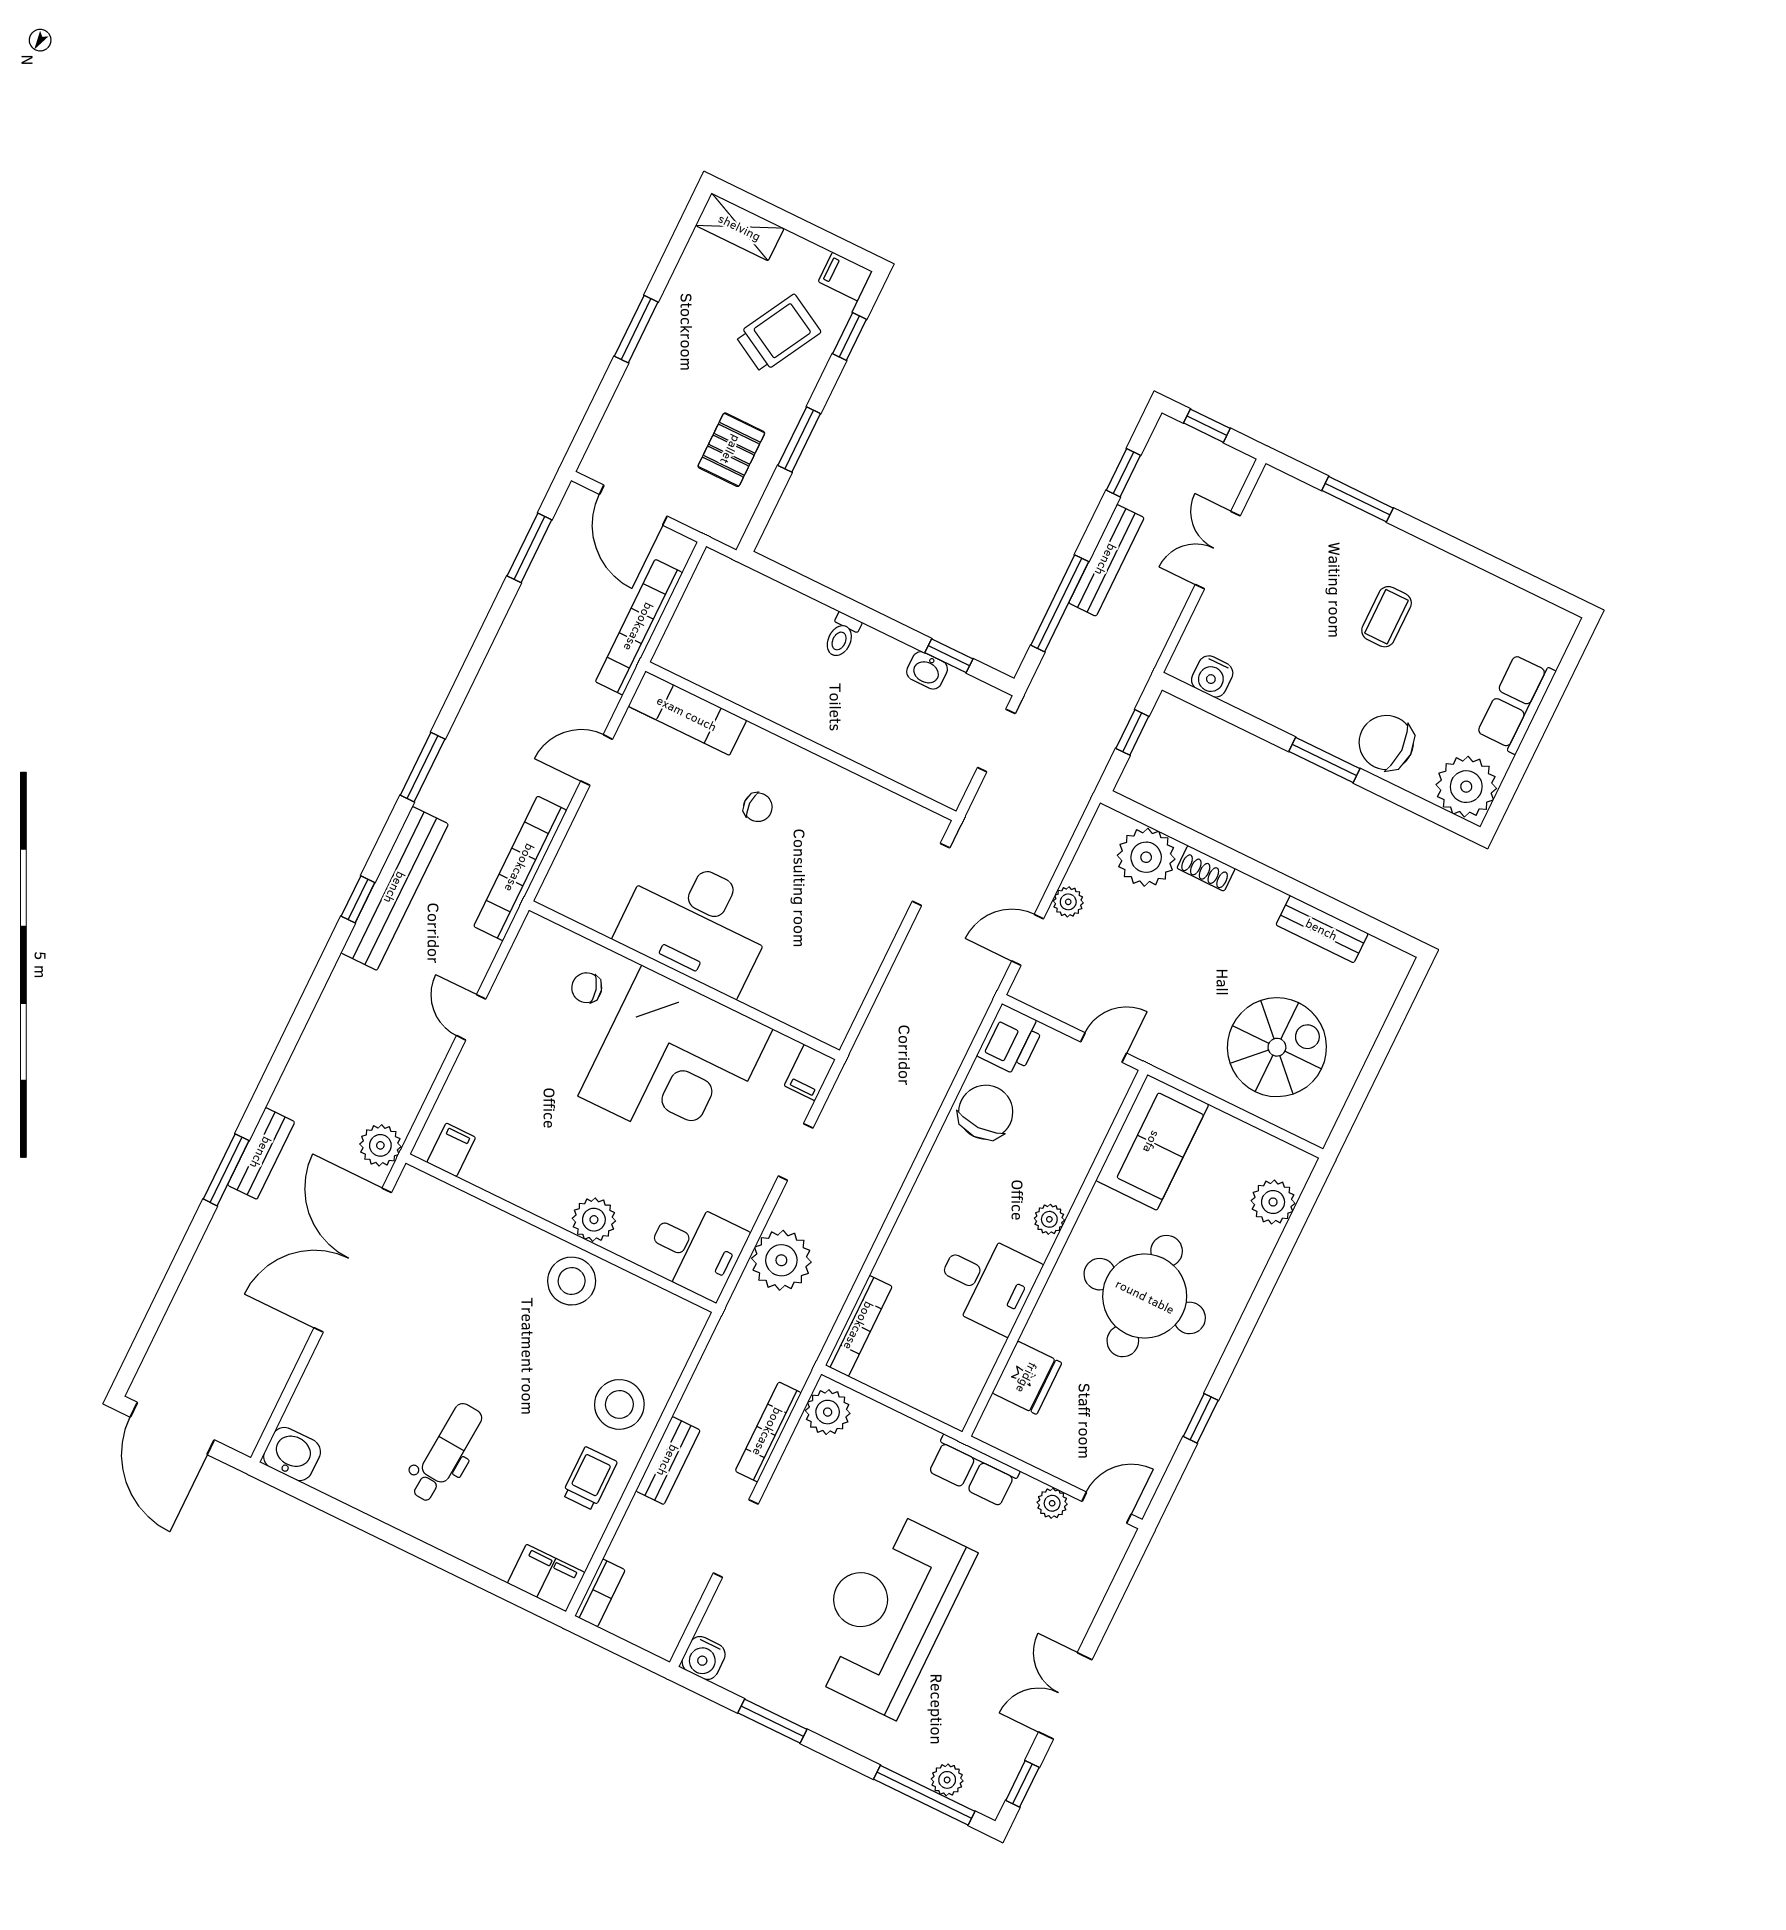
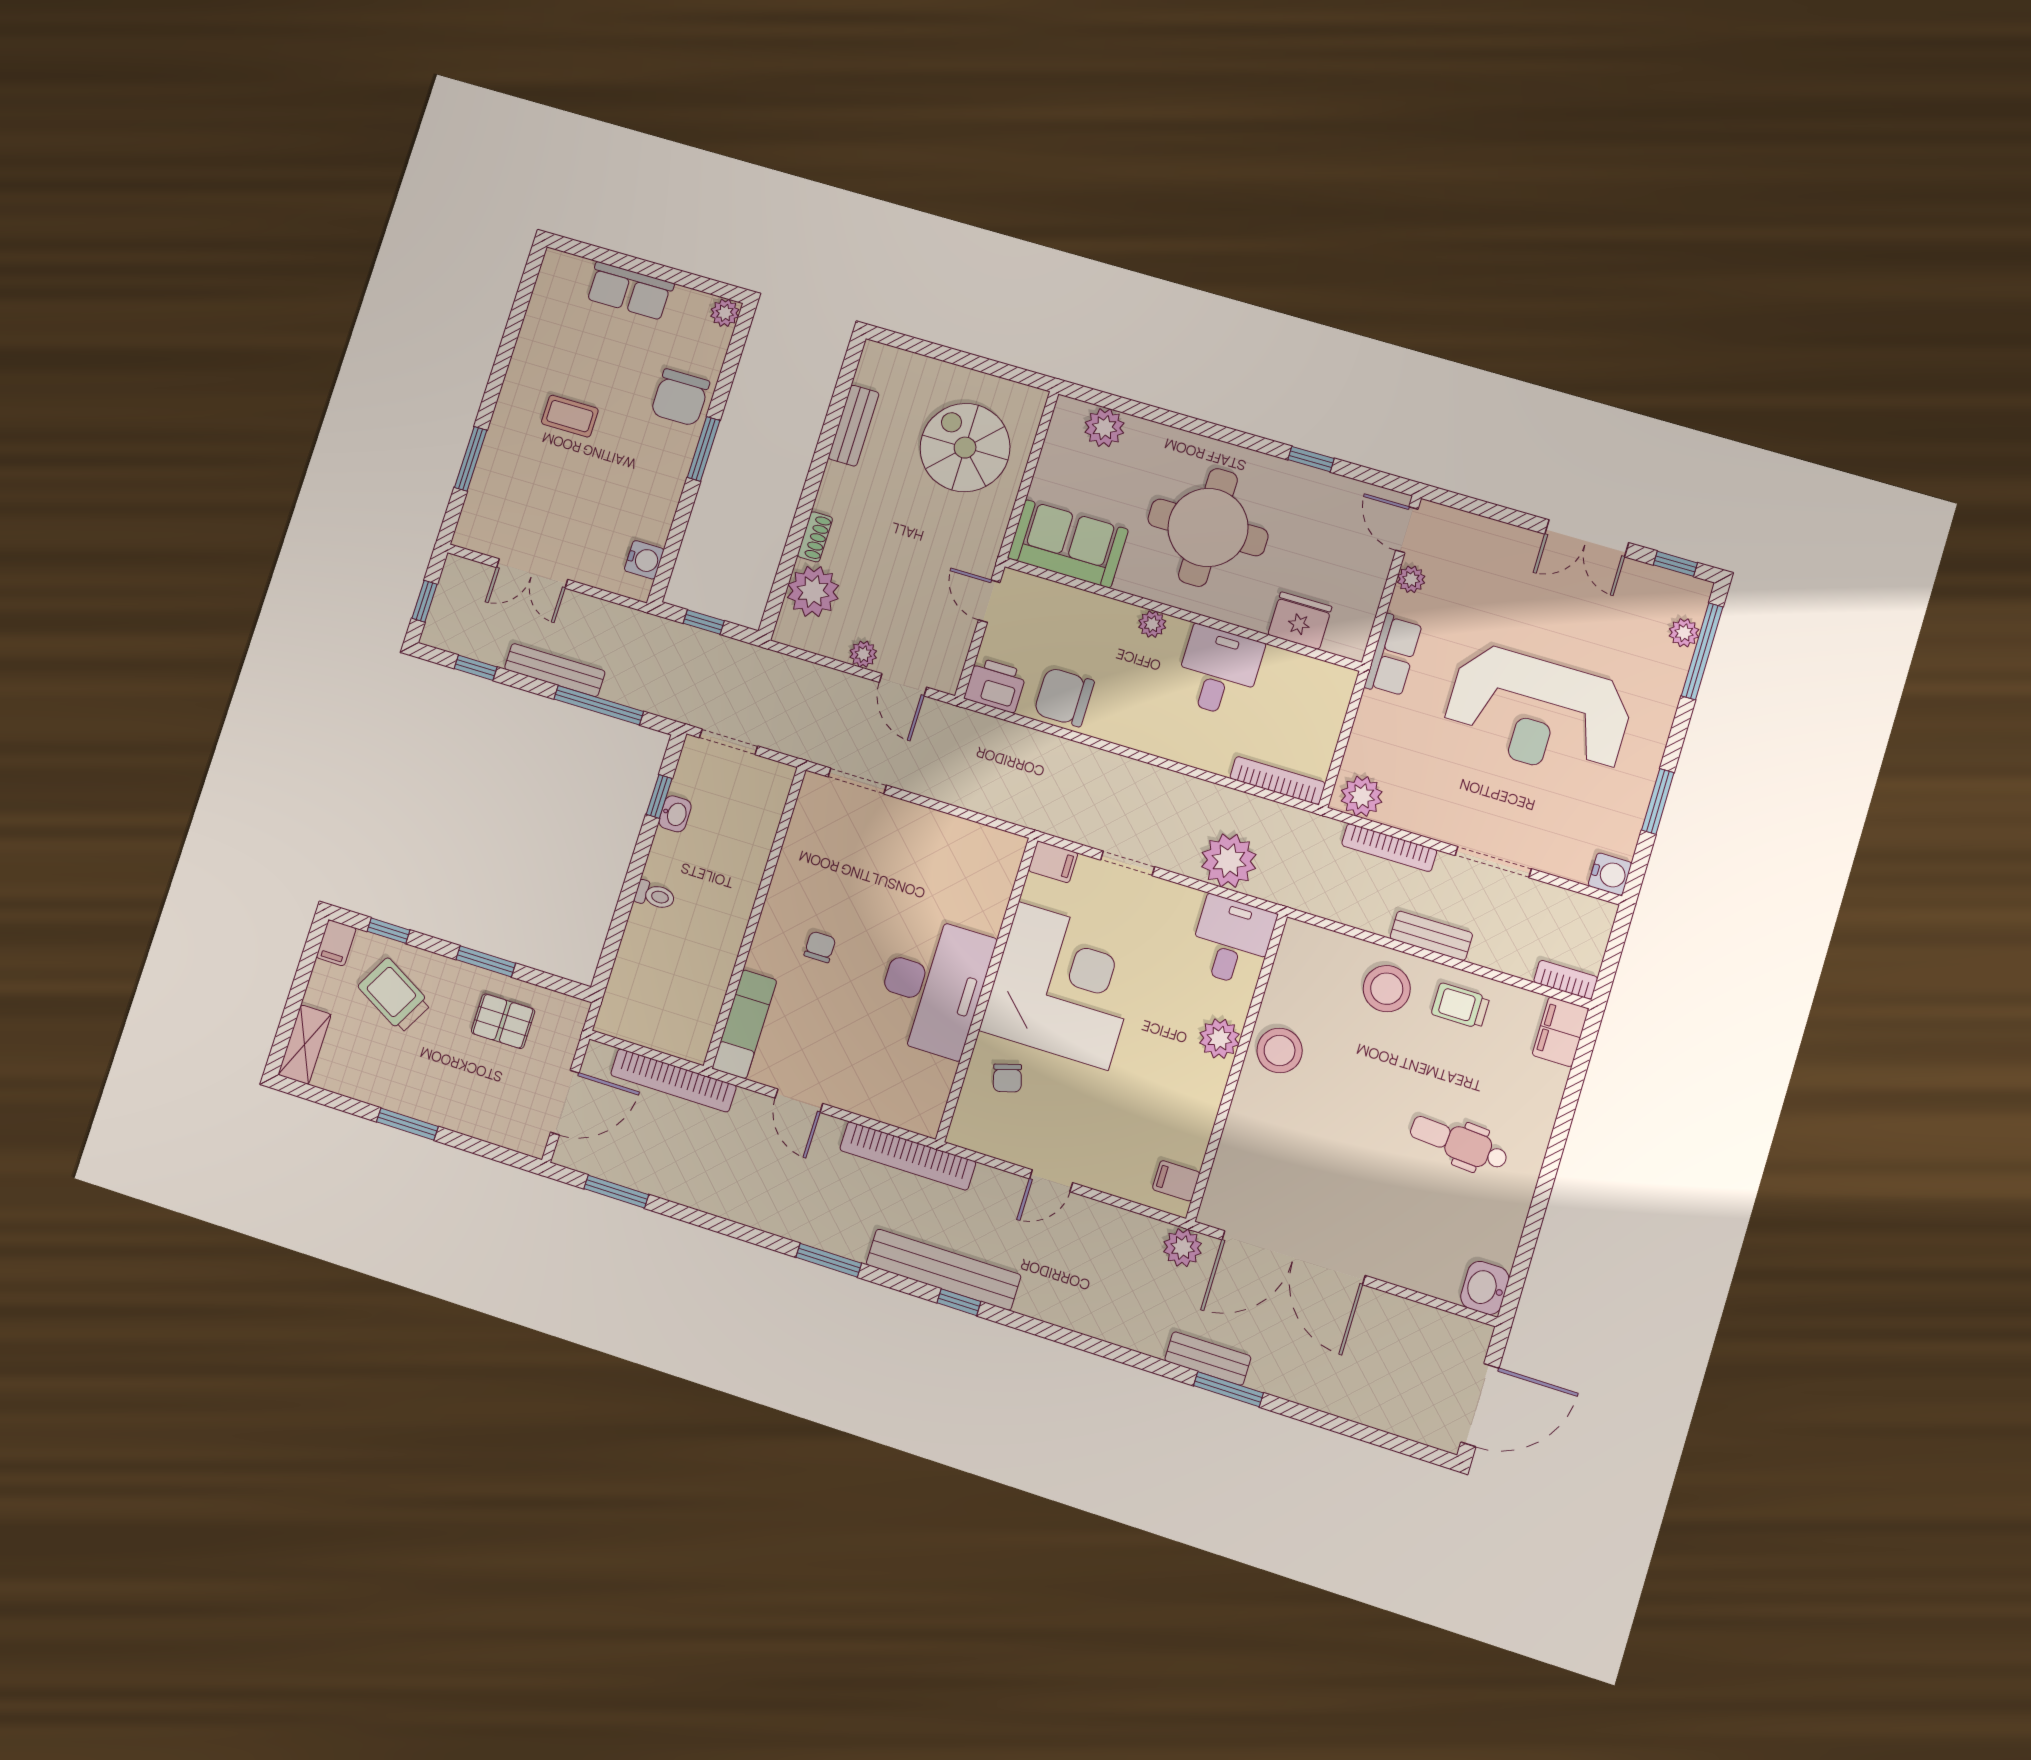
plant: (1466, 787) -> (725, 313), width x0.53, depth x0.53

